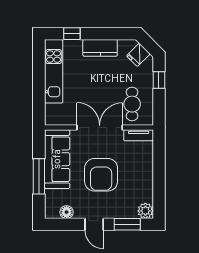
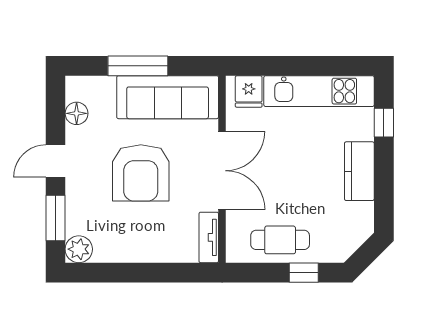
fridge: (138, 55) -> (249, 91), moved, turned -135
cafe table: (132, 104) -> (280, 240), moved
armchair: (101, 175) -> (141, 173), turned -90

